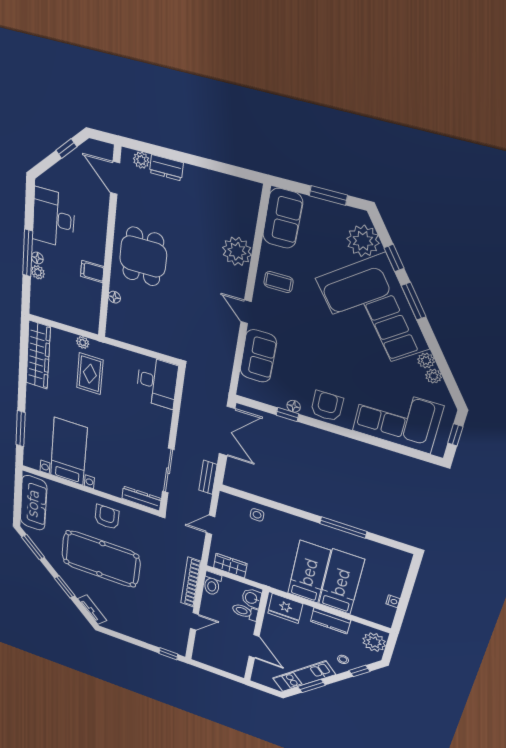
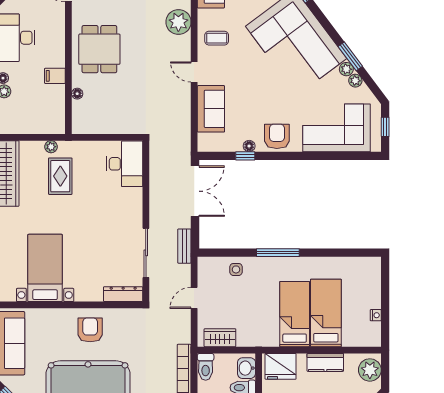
window: (414, 301) -> (350, 56), moved
window: (343, 527) -> (278, 253), moved

